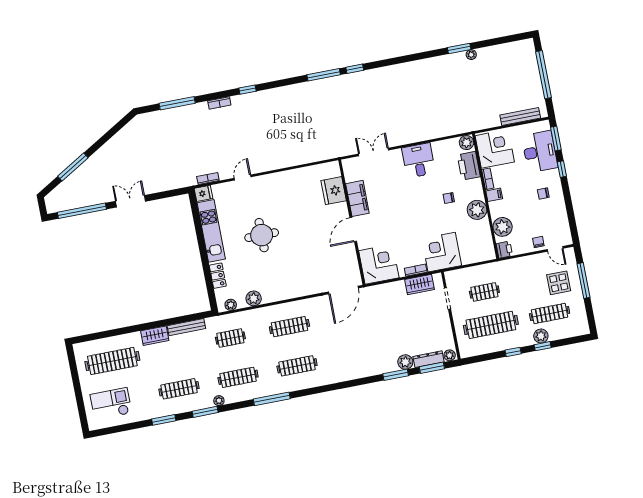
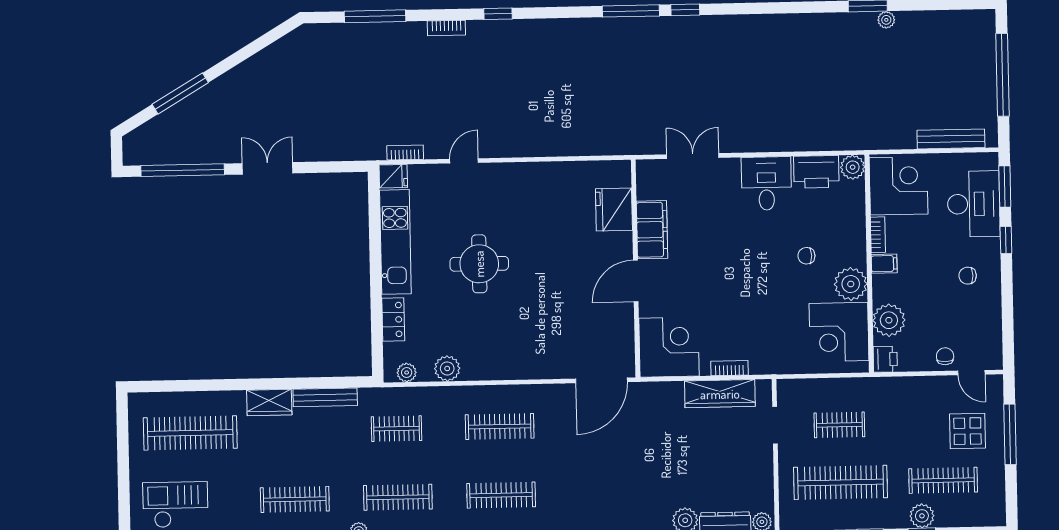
printer: (469, 166) -> (816, 172), moved, turned -90
corner desk: (442, 252) -> (839, 332), moved, turned -90
wardrobe: (419, 285) -> (720, 394), width x1.50

